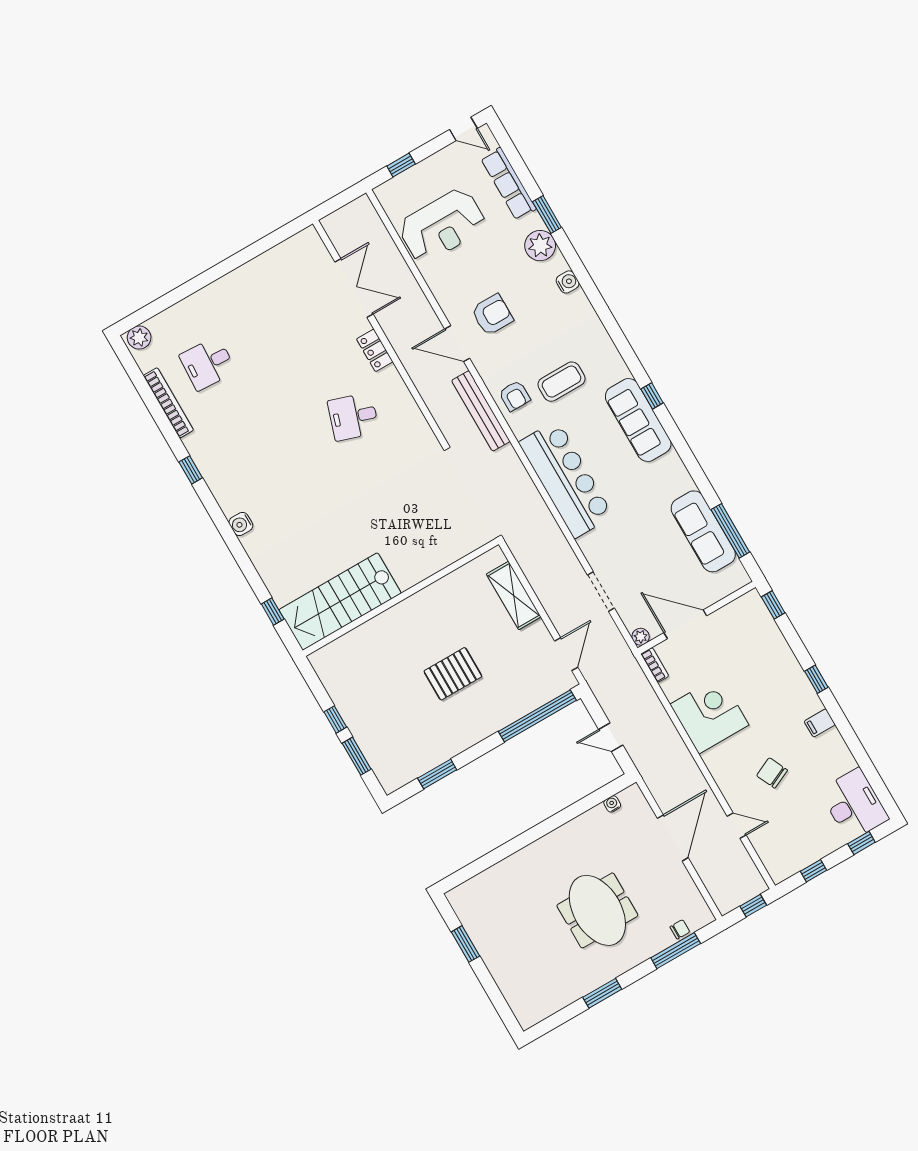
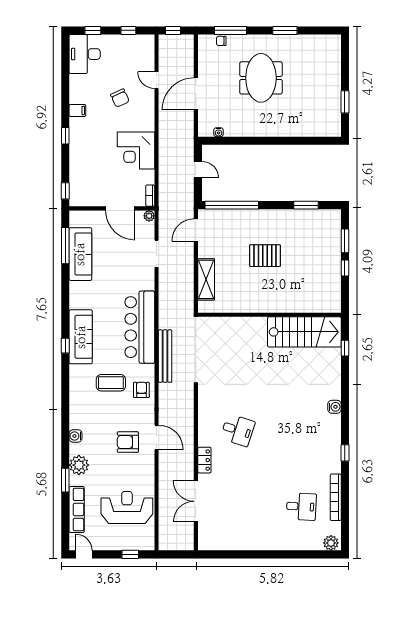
bench: (481, 411) -> (165, 356), moved

